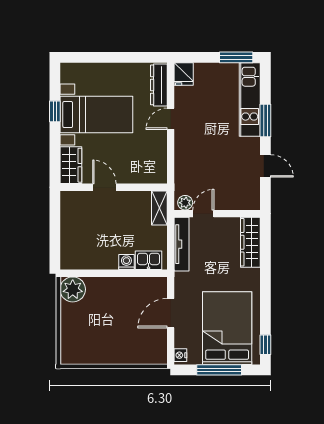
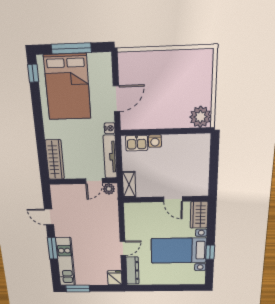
nightstand: (180, 355) -> (110, 128), moved

